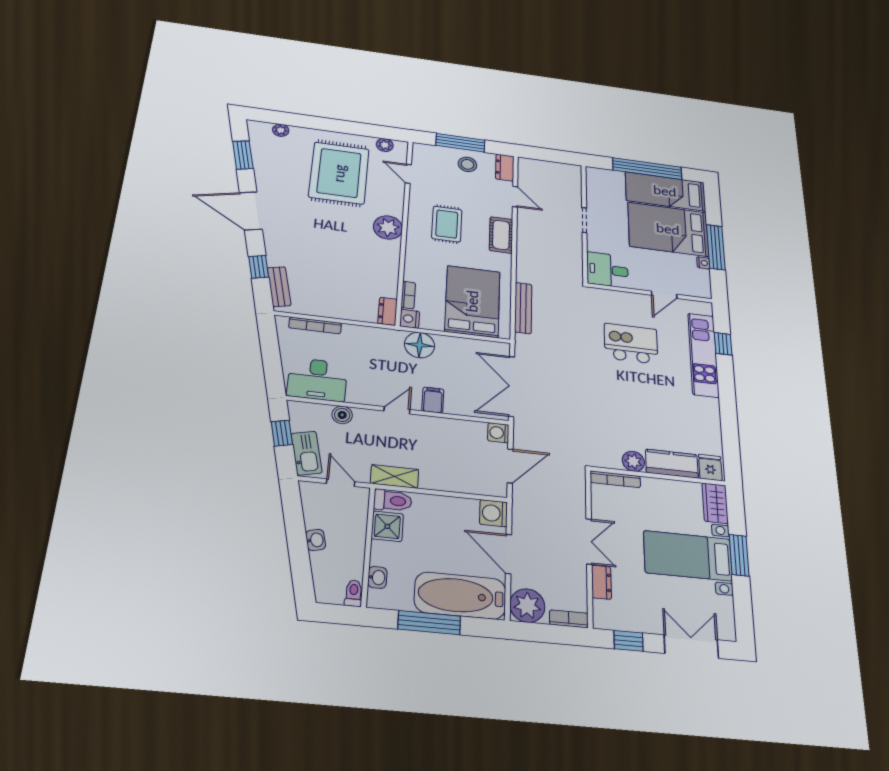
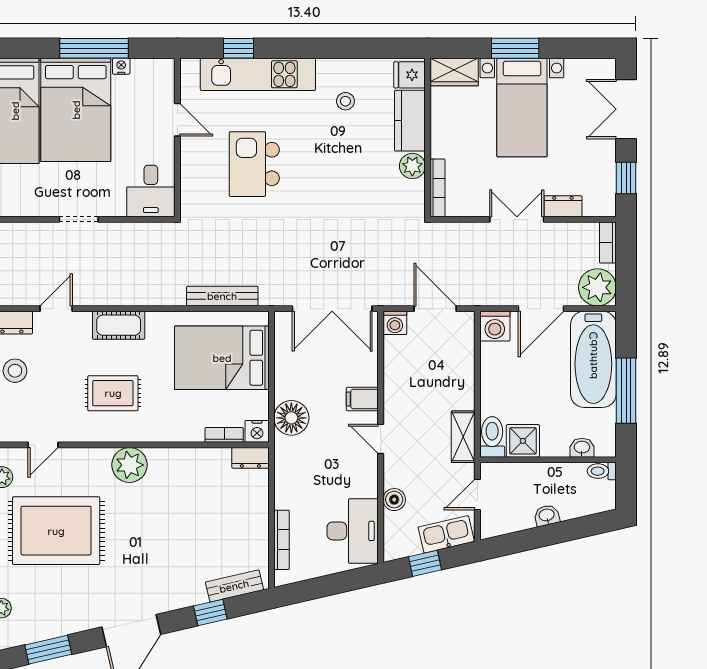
stool: (685, 416) -> (345, 101), added

